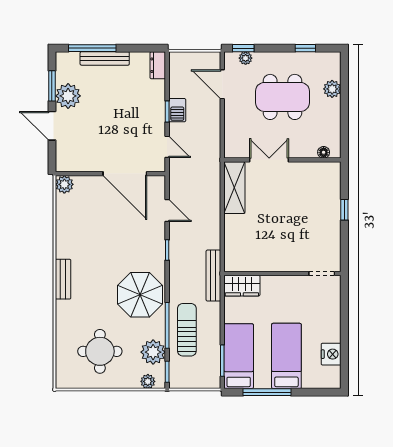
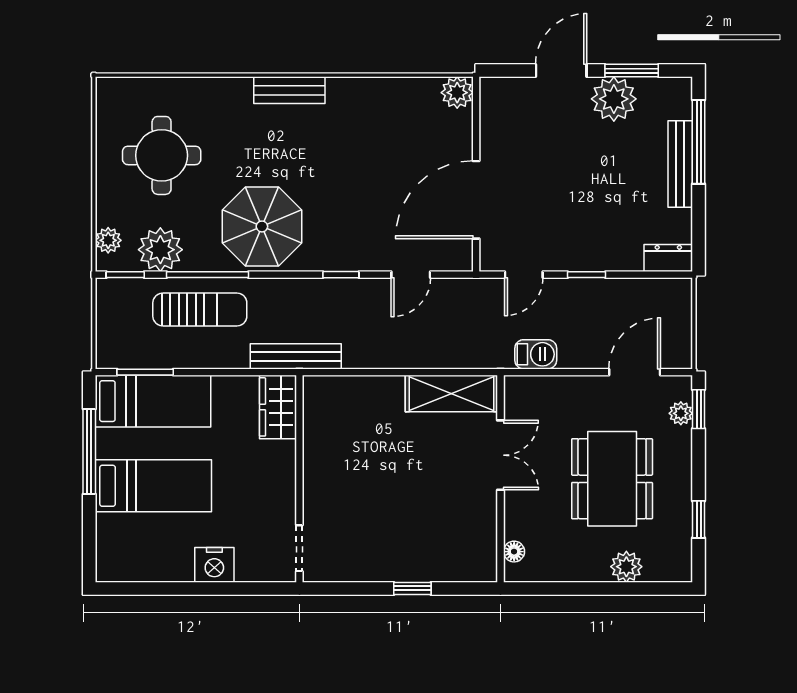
barbecue: (177, 110) -> (536, 354), moved, turned 180
nightstand: (331, 354) -> (214, 565), moved

